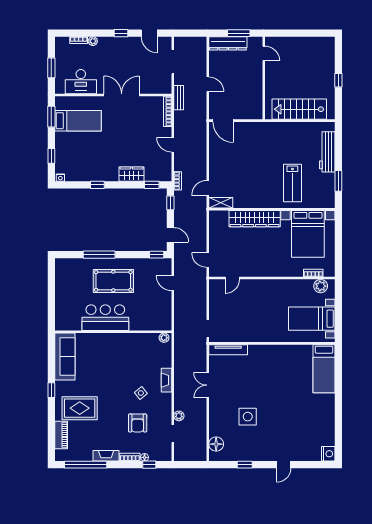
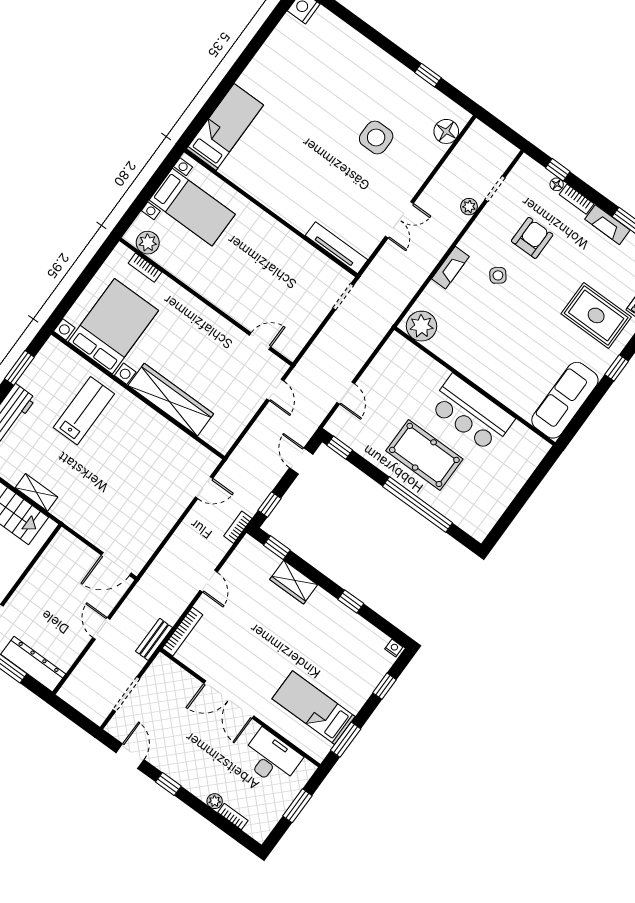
door: (223, 121) -> (116, 564), swing flipped
shelving: (221, 203) -> (37, 492), moved
window: (99, 255) -> (418, 505), width x1.46
plant: (164, 338) -> (421, 326), width x1.88, depth x1.88
door: (284, 465) -> (375, 37), removed

